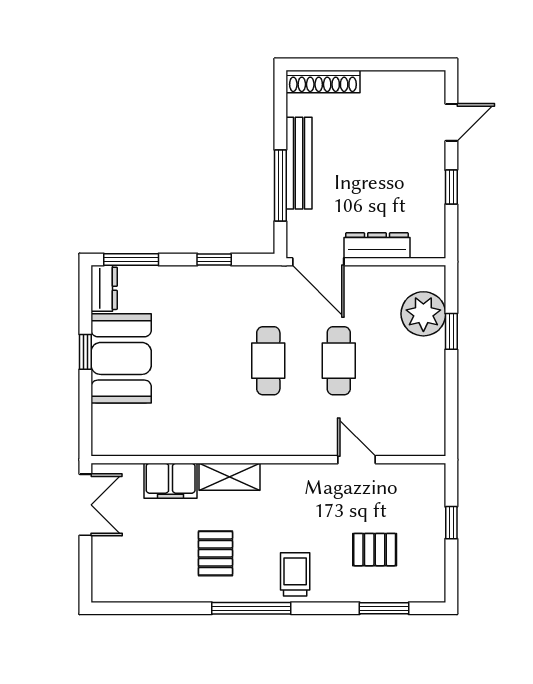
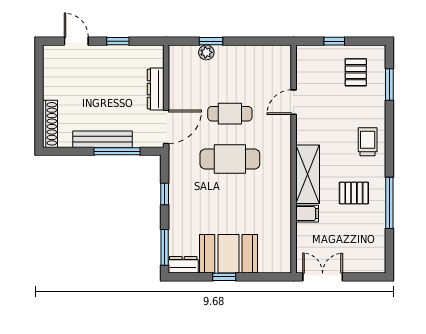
plant: (423, 314) -> (206, 52), width x0.53, depth x0.53
cafe table: (268, 361) -> (230, 159), width x1.37, depth x1.35
shelving: (230, 477) -> (308, 174), width x1.50, depth x1.33
filing cabinet: (171, 481) -> (307, 214), width x0.50
pallet: (375, 550) -> (356, 72), moved
trolley: (295, 574) -> (368, 142), turned 90
window: (251, 608) -> (389, 203), moved

